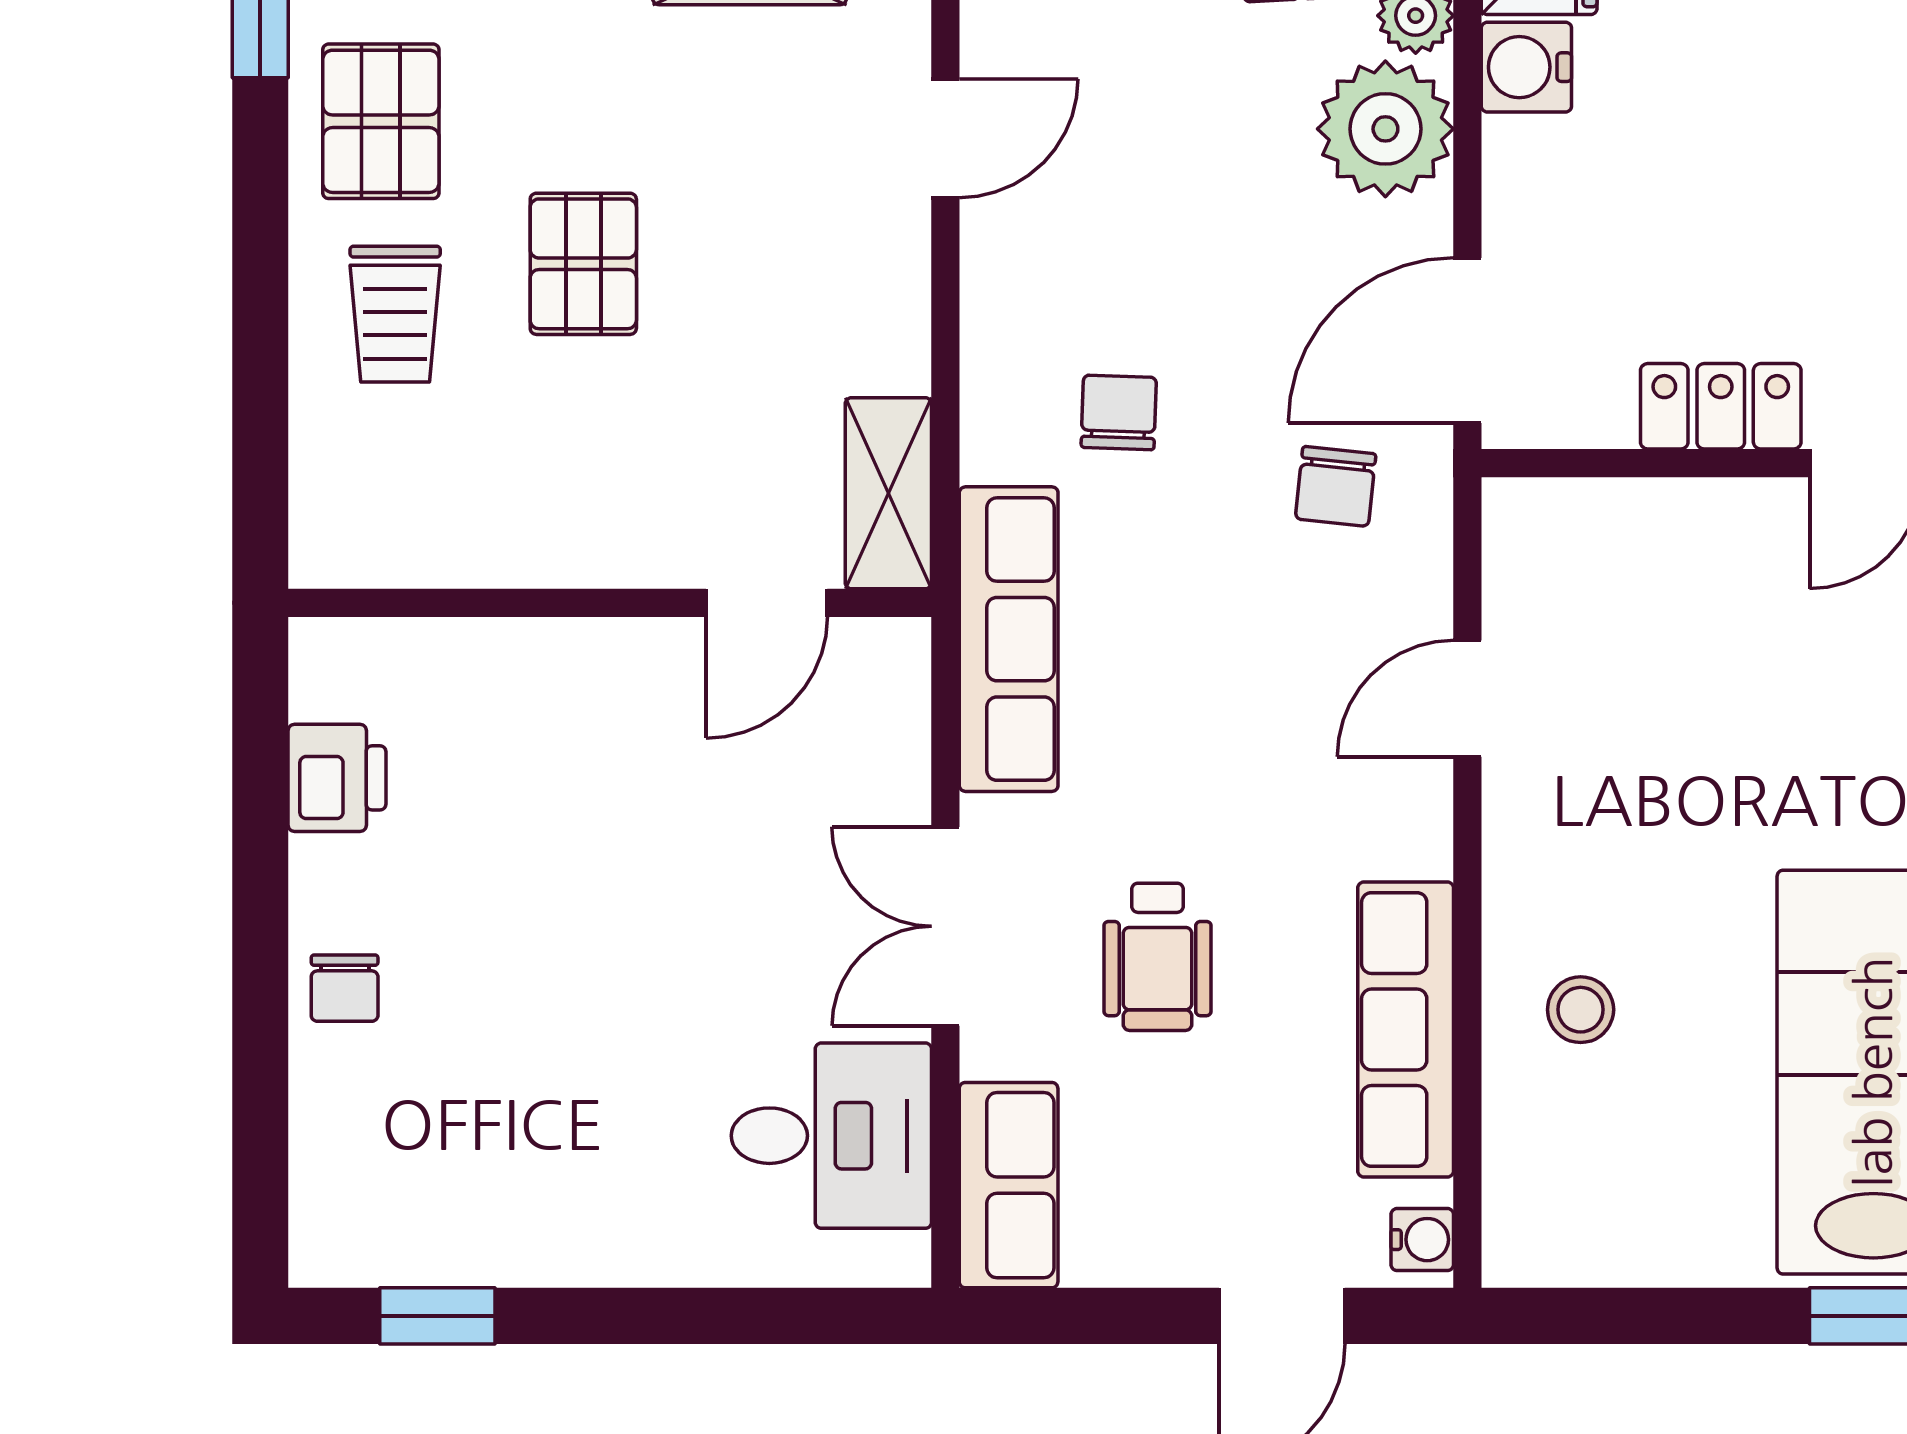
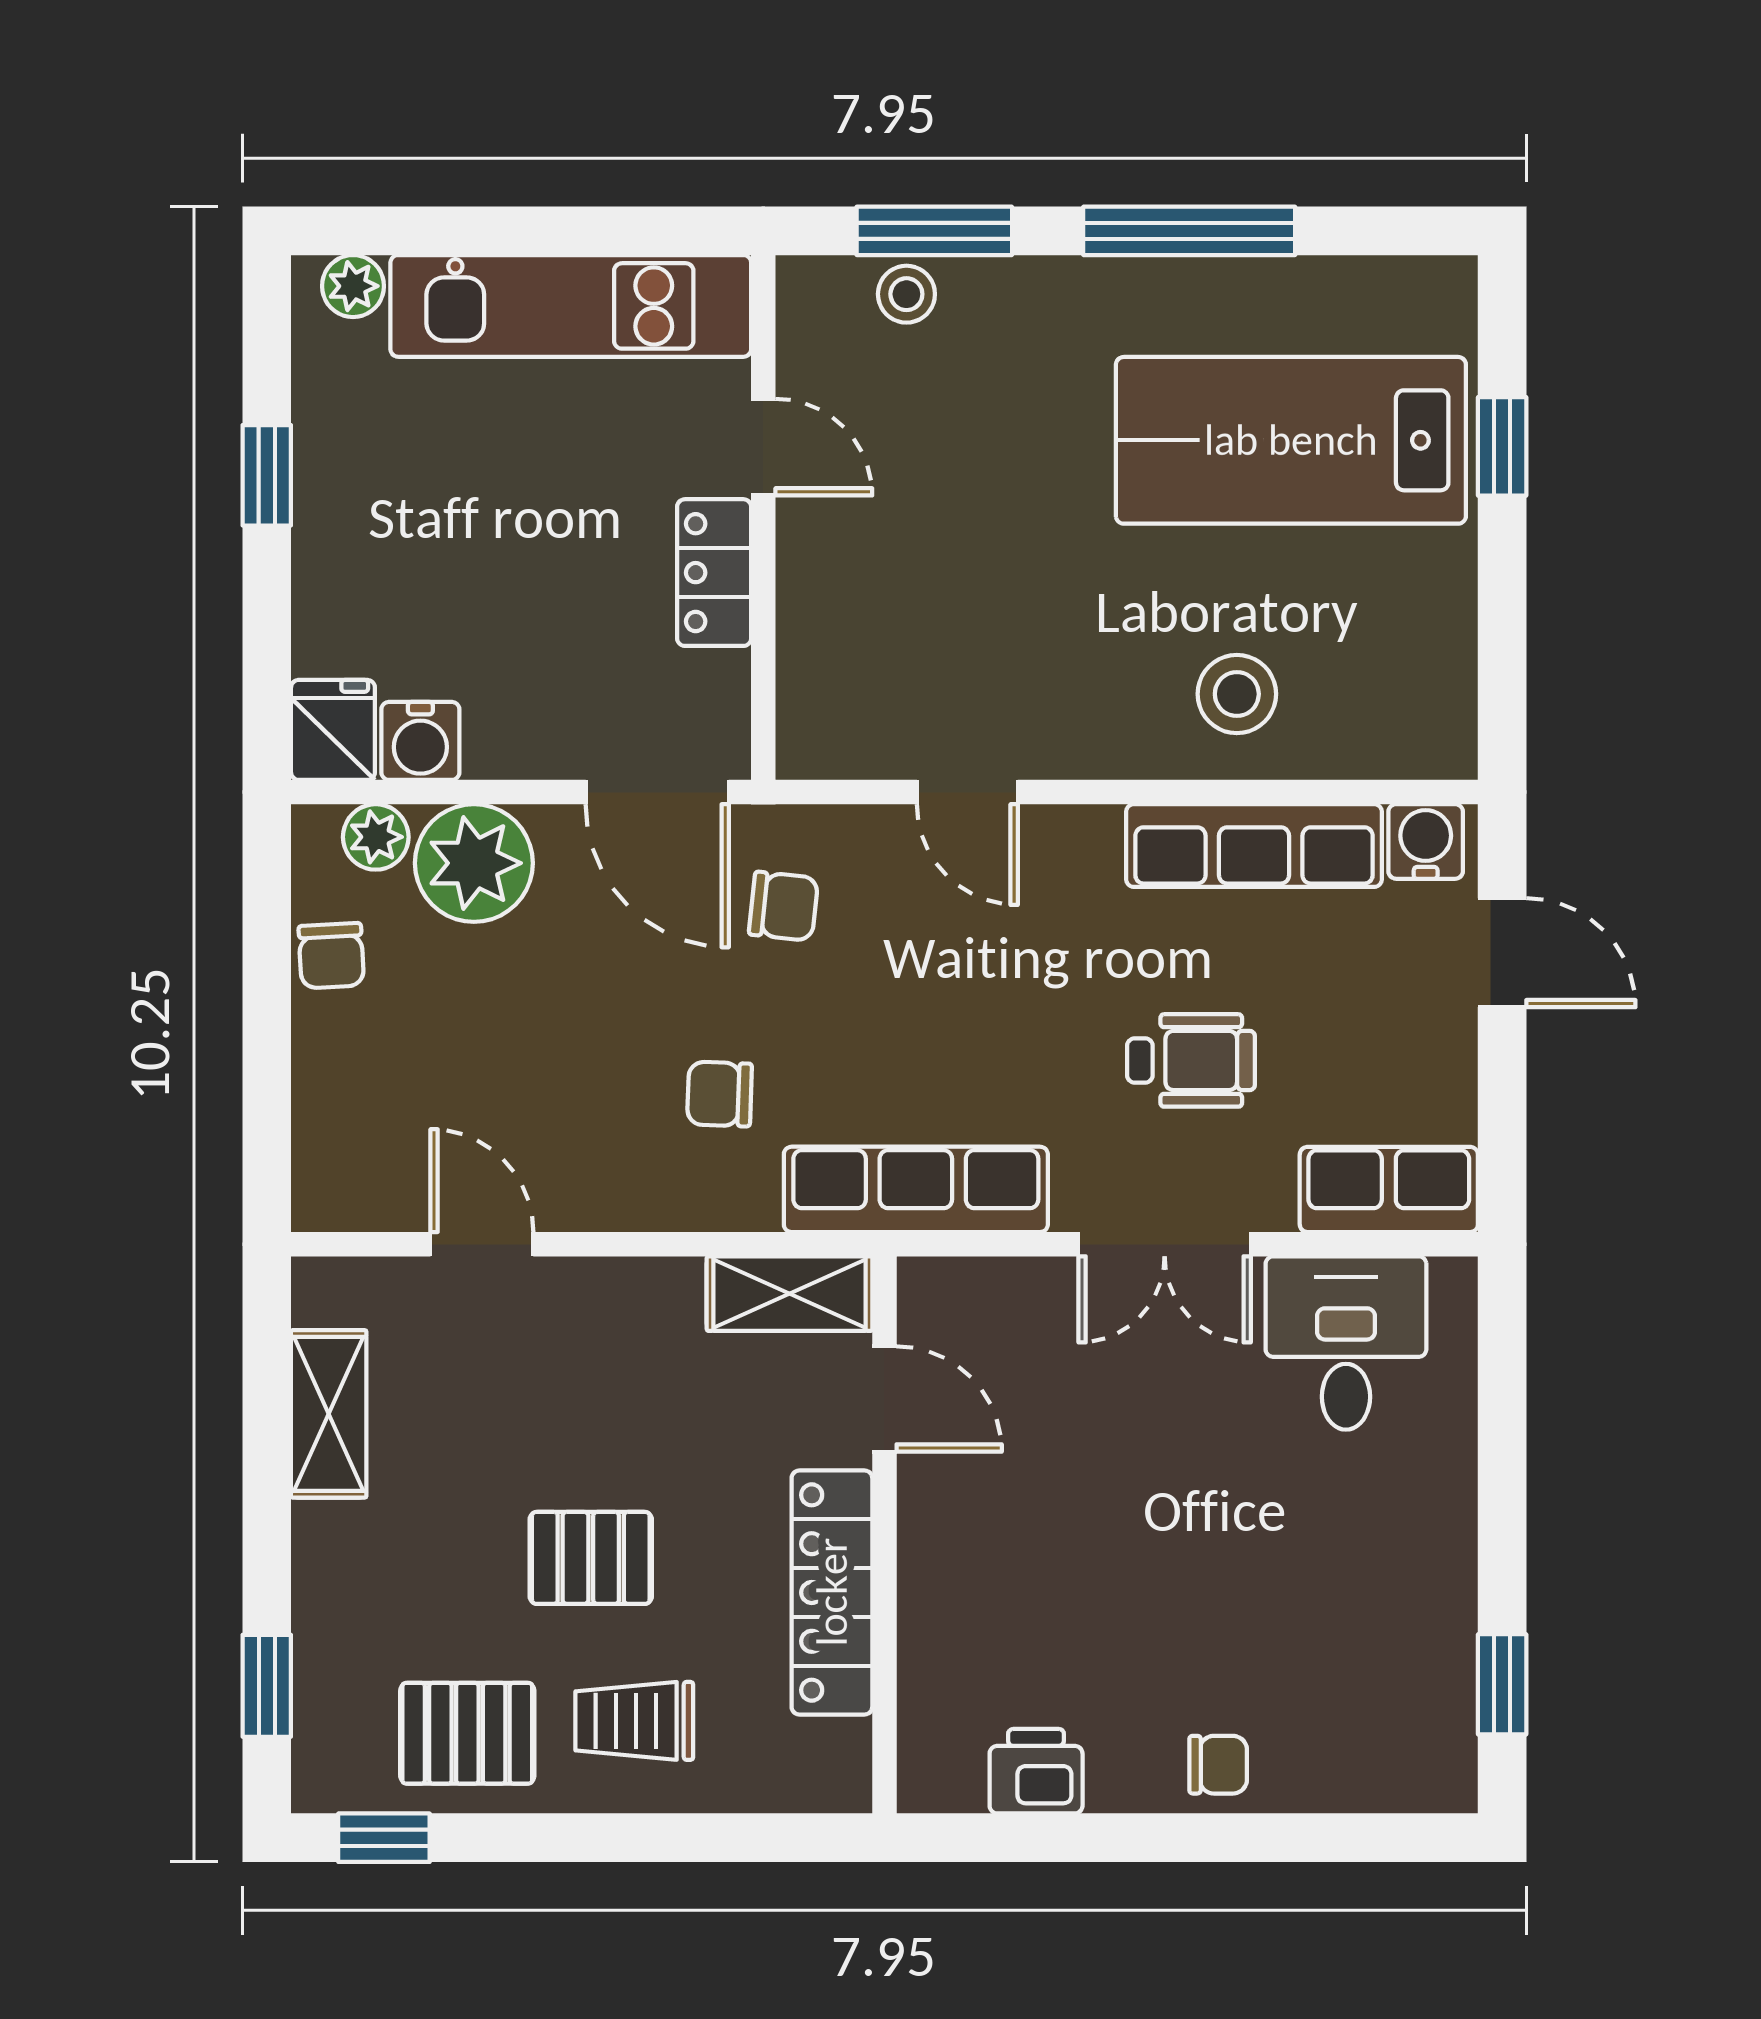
trolley: (395, 314) -> (634, 1721), turned 180
locker: (543, 542) -> (832, 1592), added
stool: (1581, 1010) -> (1237, 694), width x1.37, depth x1.37
water cooler: (1422, 1240) -> (1426, 841), width x1.38, depth x1.38

